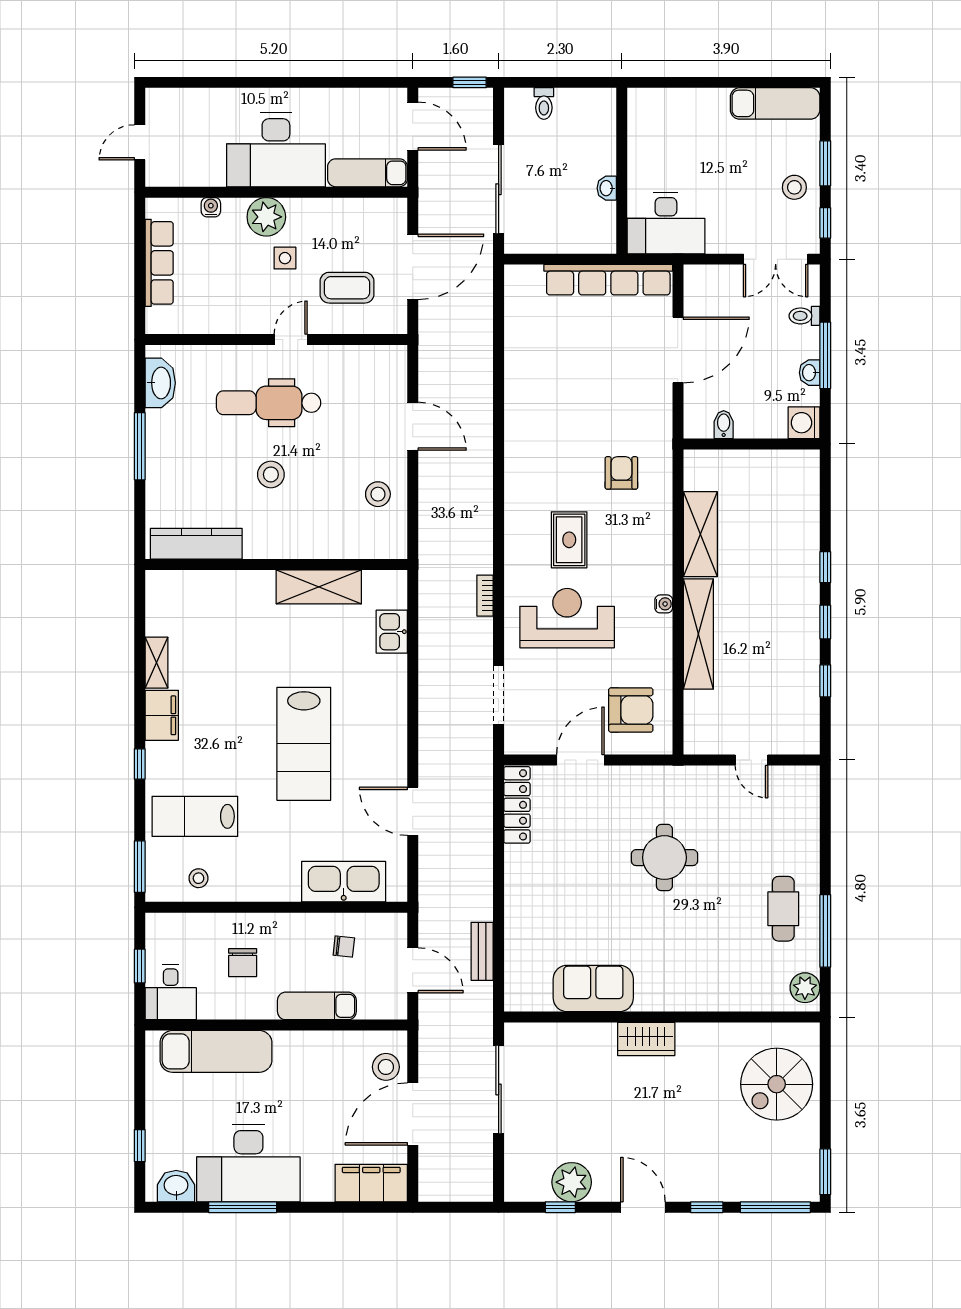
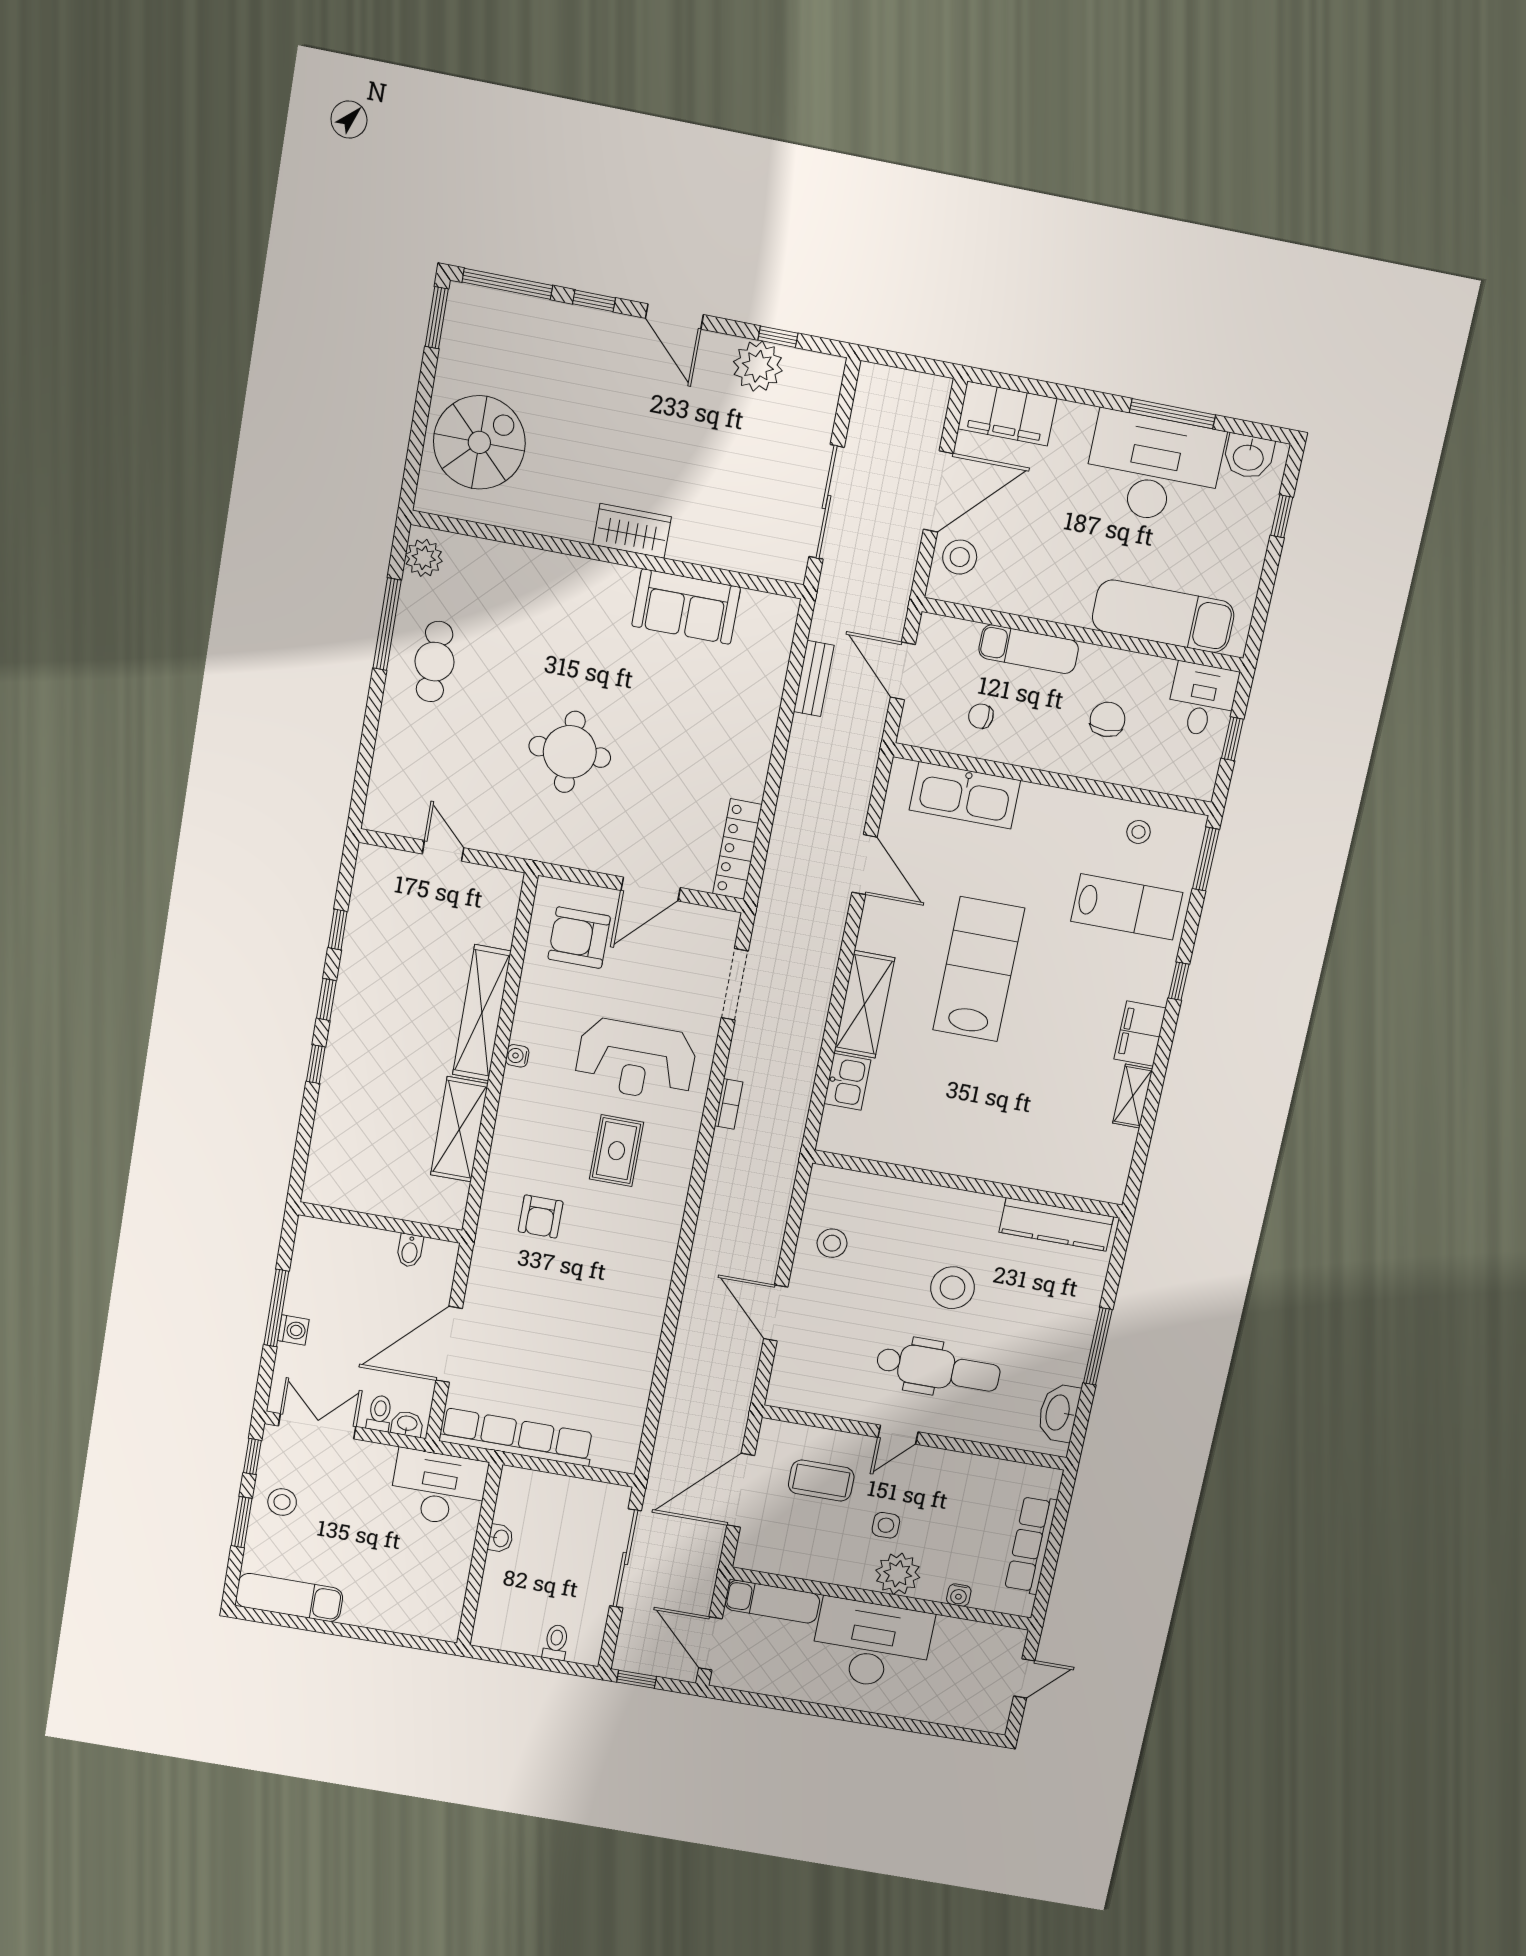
toilet: (804, 316) -> (380, 1413), moved, turned -90
washbasin: (810, 373) -> (407, 1424), moved, turned -90
washing machine: (804, 423) -> (293, 1330), moved, width x0.73, depth x0.73
stool: (271, 474) -> (953, 1288), width x1.38, depth x1.38
shelving: (319, 587) -> (865, 1004), moved, turned 90

